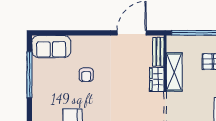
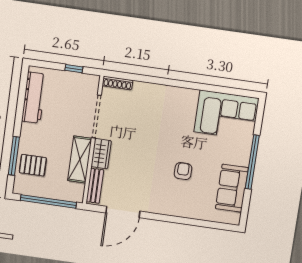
sofa: (51, 47) -> (232, 188), moved, turned -90
window: (29, 75) -> (252, 162), moved

